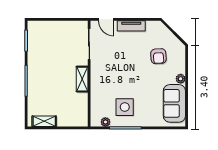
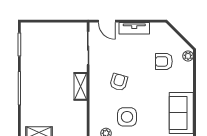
armchair: (158, 56) -> (164, 61), turned 94
armchair: (117, 75) -> (119, 82), added
plant: (181, 79) -> (188, 56), moved

